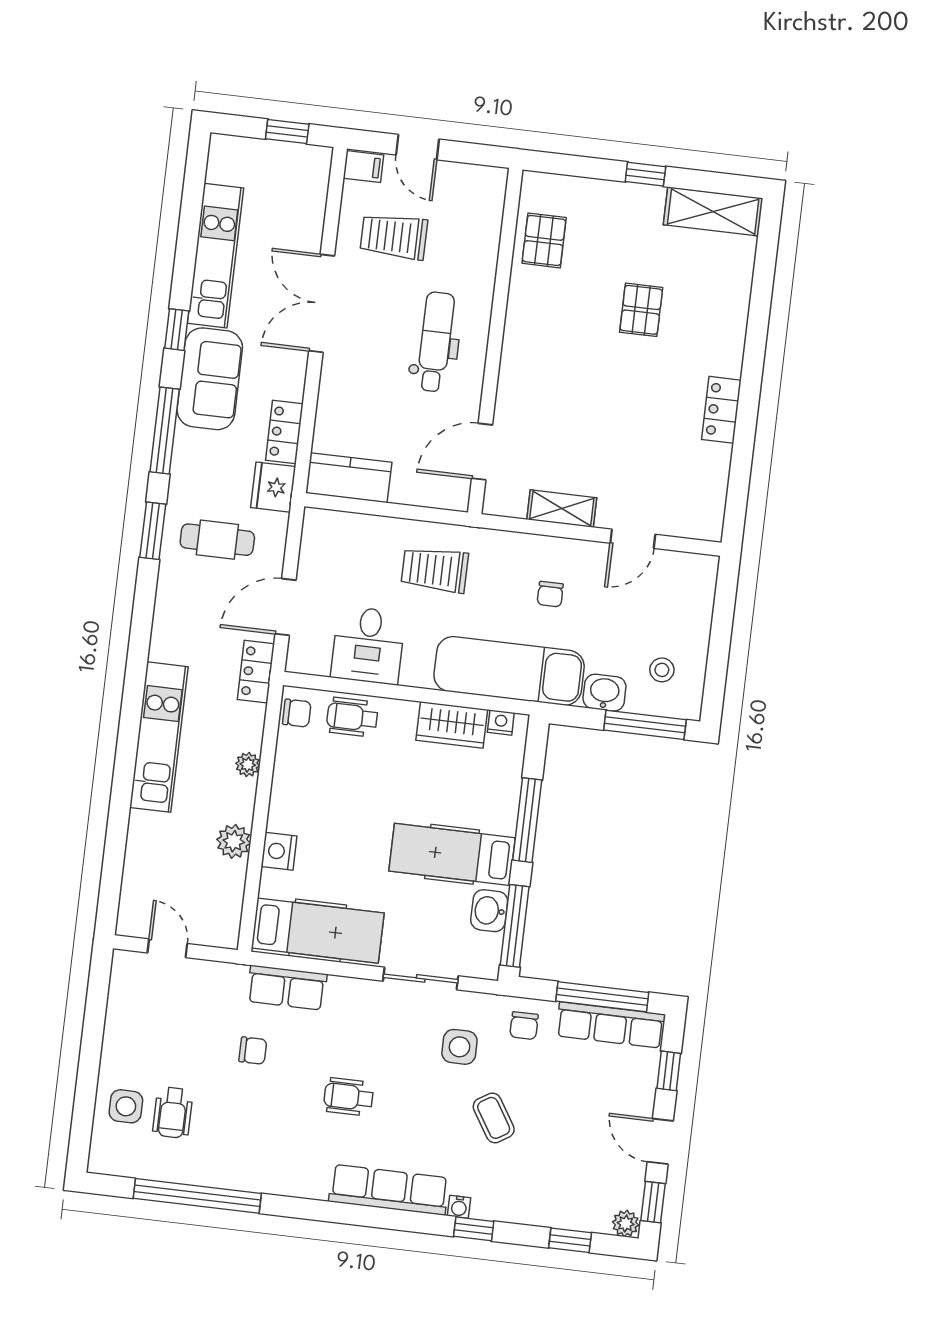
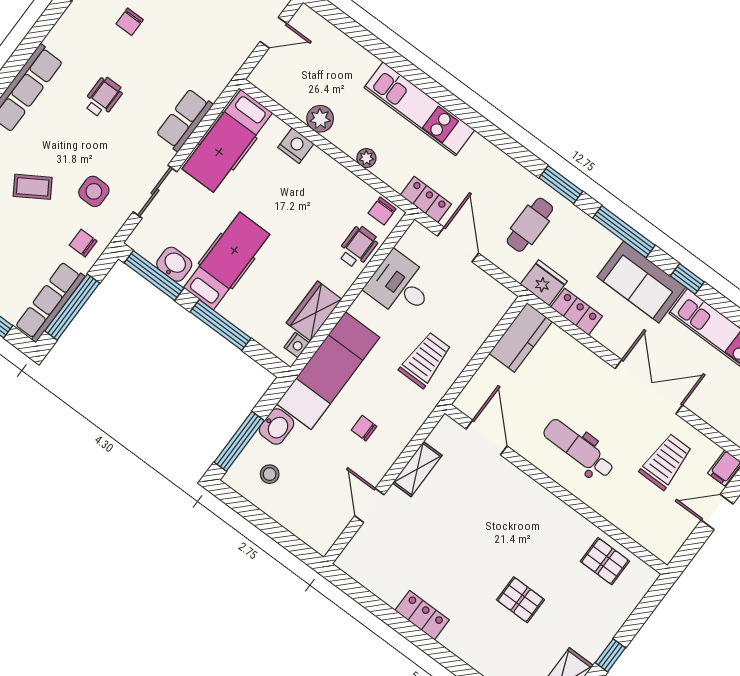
dental chair: (435, 342) -> (579, 449), turned 180
row of seats: (287, 988) -> (184, 120), moved
chair: (253, 1051) -> (130, 22), moved

